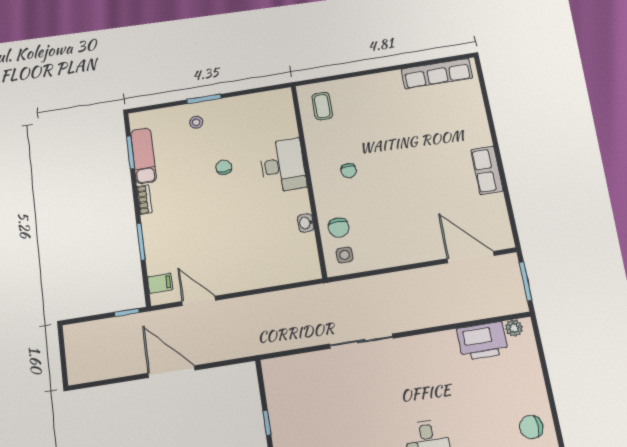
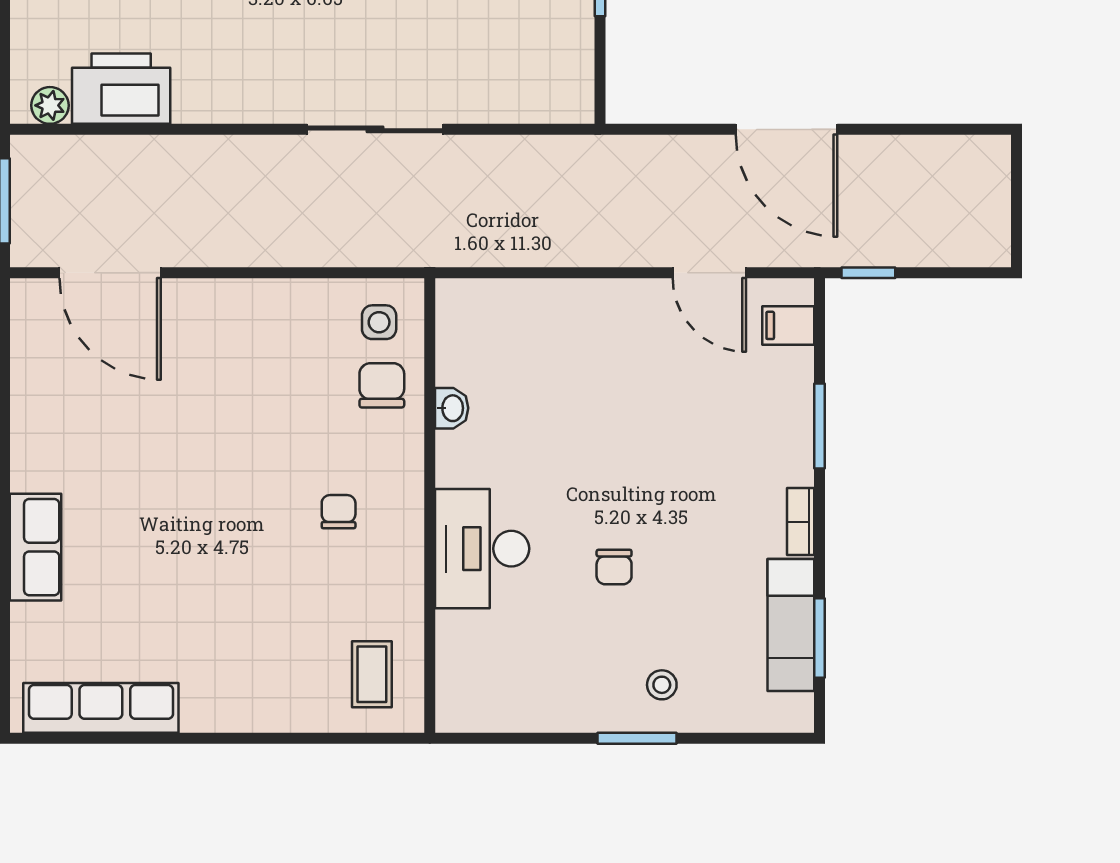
row of seats: (487, 170) -> (35, 547), moved

